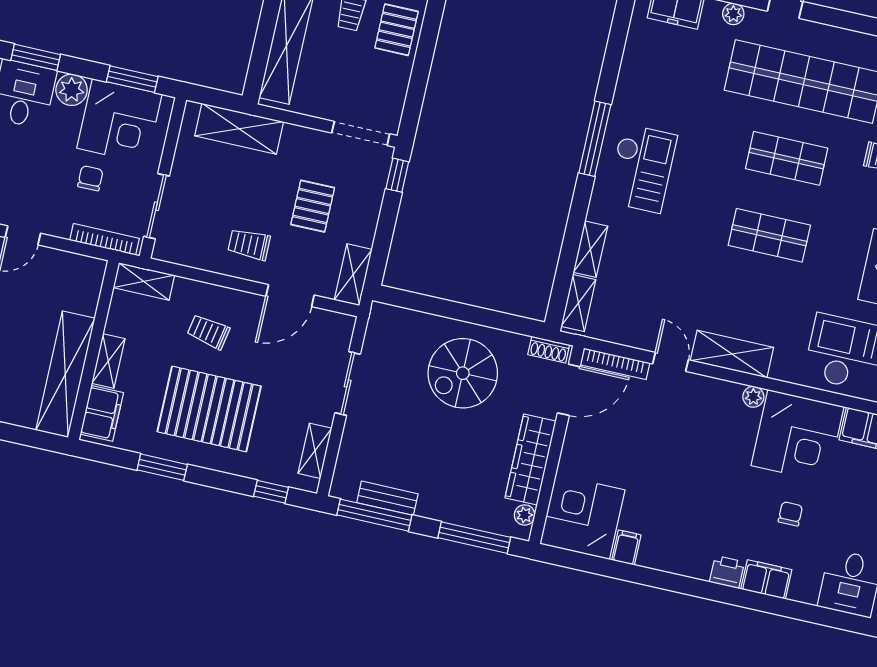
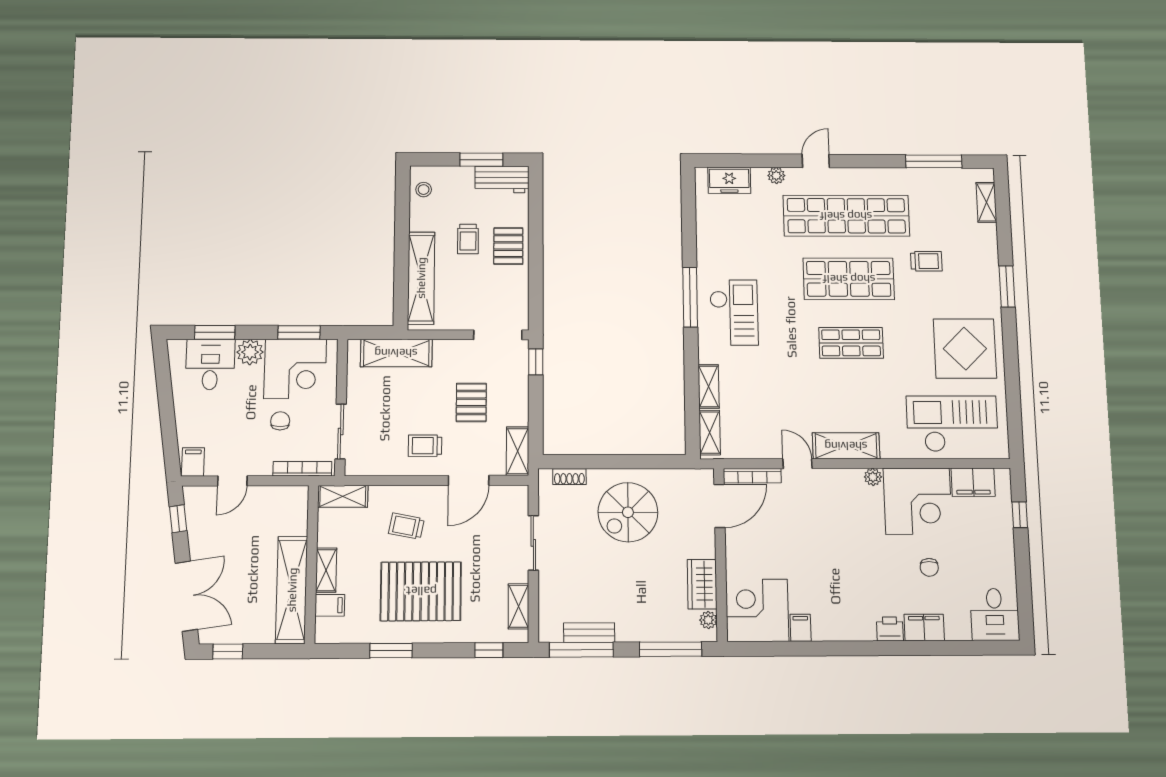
shop shelf: (787, 158) -> (849, 279), width x1.43, depth x1.36
shoe rack: (549, 350) -> (569, 477), moved
filing cabinet: (102, 413) -> (330, 605), width x0.50
wardrobe: (531, 460) -> (702, 584), width x0.67
chair: (790, 514) -> (929, 567), turned 180

